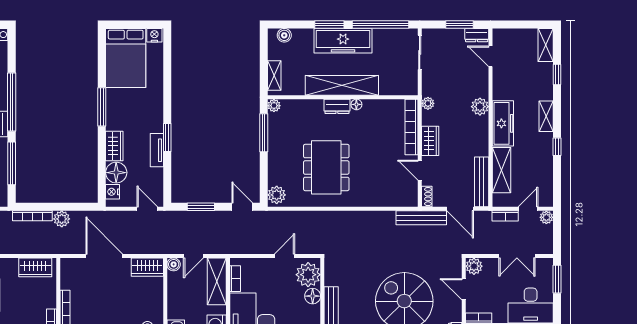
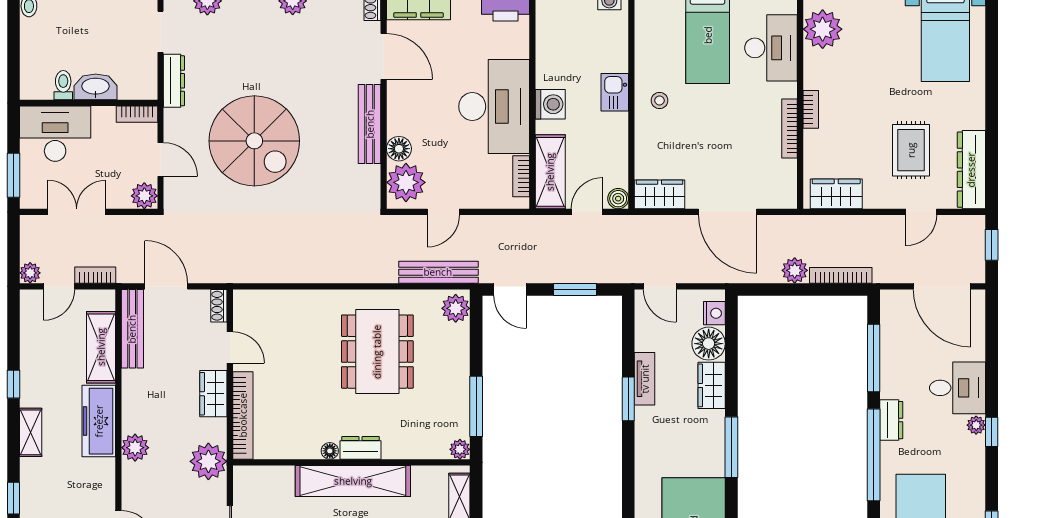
plant: (428, 103) -> (208, 461), width x1.87, depth x1.87
bench: (421, 218) -> (438, 272), moved

